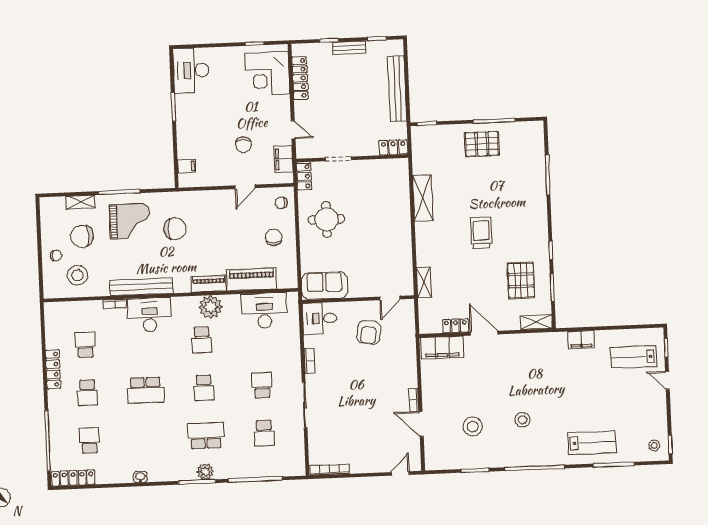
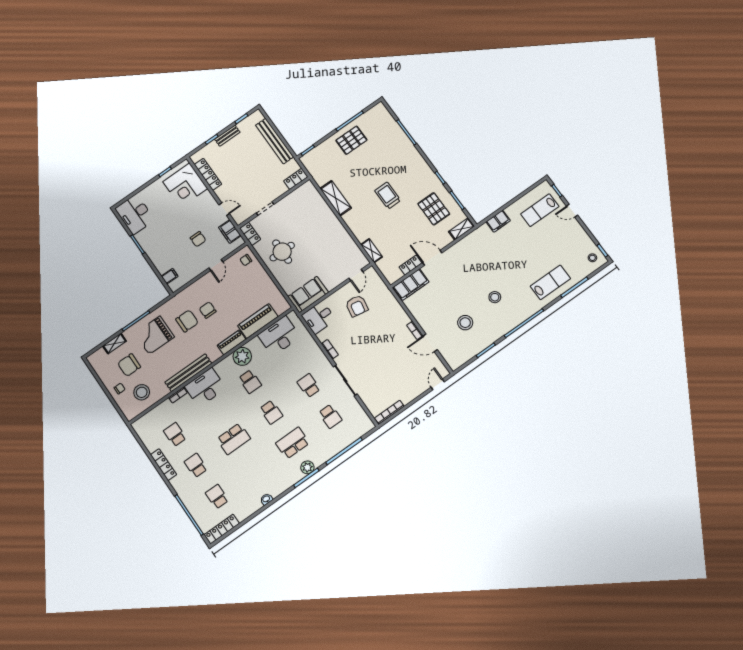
grand piano: (130, 221) -> (154, 335), turned 180
chair: (274, 237) -> (208, 310), moved
school desk: (87, 393) -> (196, 465), turned 180

